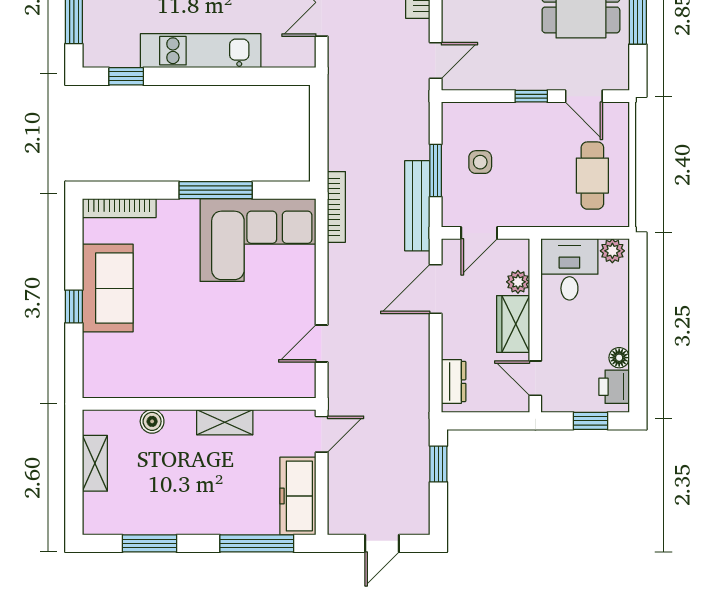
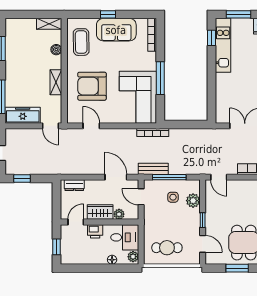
kitchen unit: (201, 51) -> (223, 45), moved
door: (584, 96) -> (203, 244), swing flipped
plant: (488, 117) -> (193, 201), added
window: (436, 170) -> (169, 177), width x1.44
bench: (417, 206) -> (153, 169), width x0.73
armchair: (233, 342) -> (92, 86), added
floor lamp: (619, 358) -> (112, 260), moved
coffee table: (135, 366) -> (81, 42), added
printer: (614, 387) -> (95, 231), moved, turned 180
shelving: (95, 463) -> (49, 24), moved
window: (438, 464) -> (22, 178), moved

